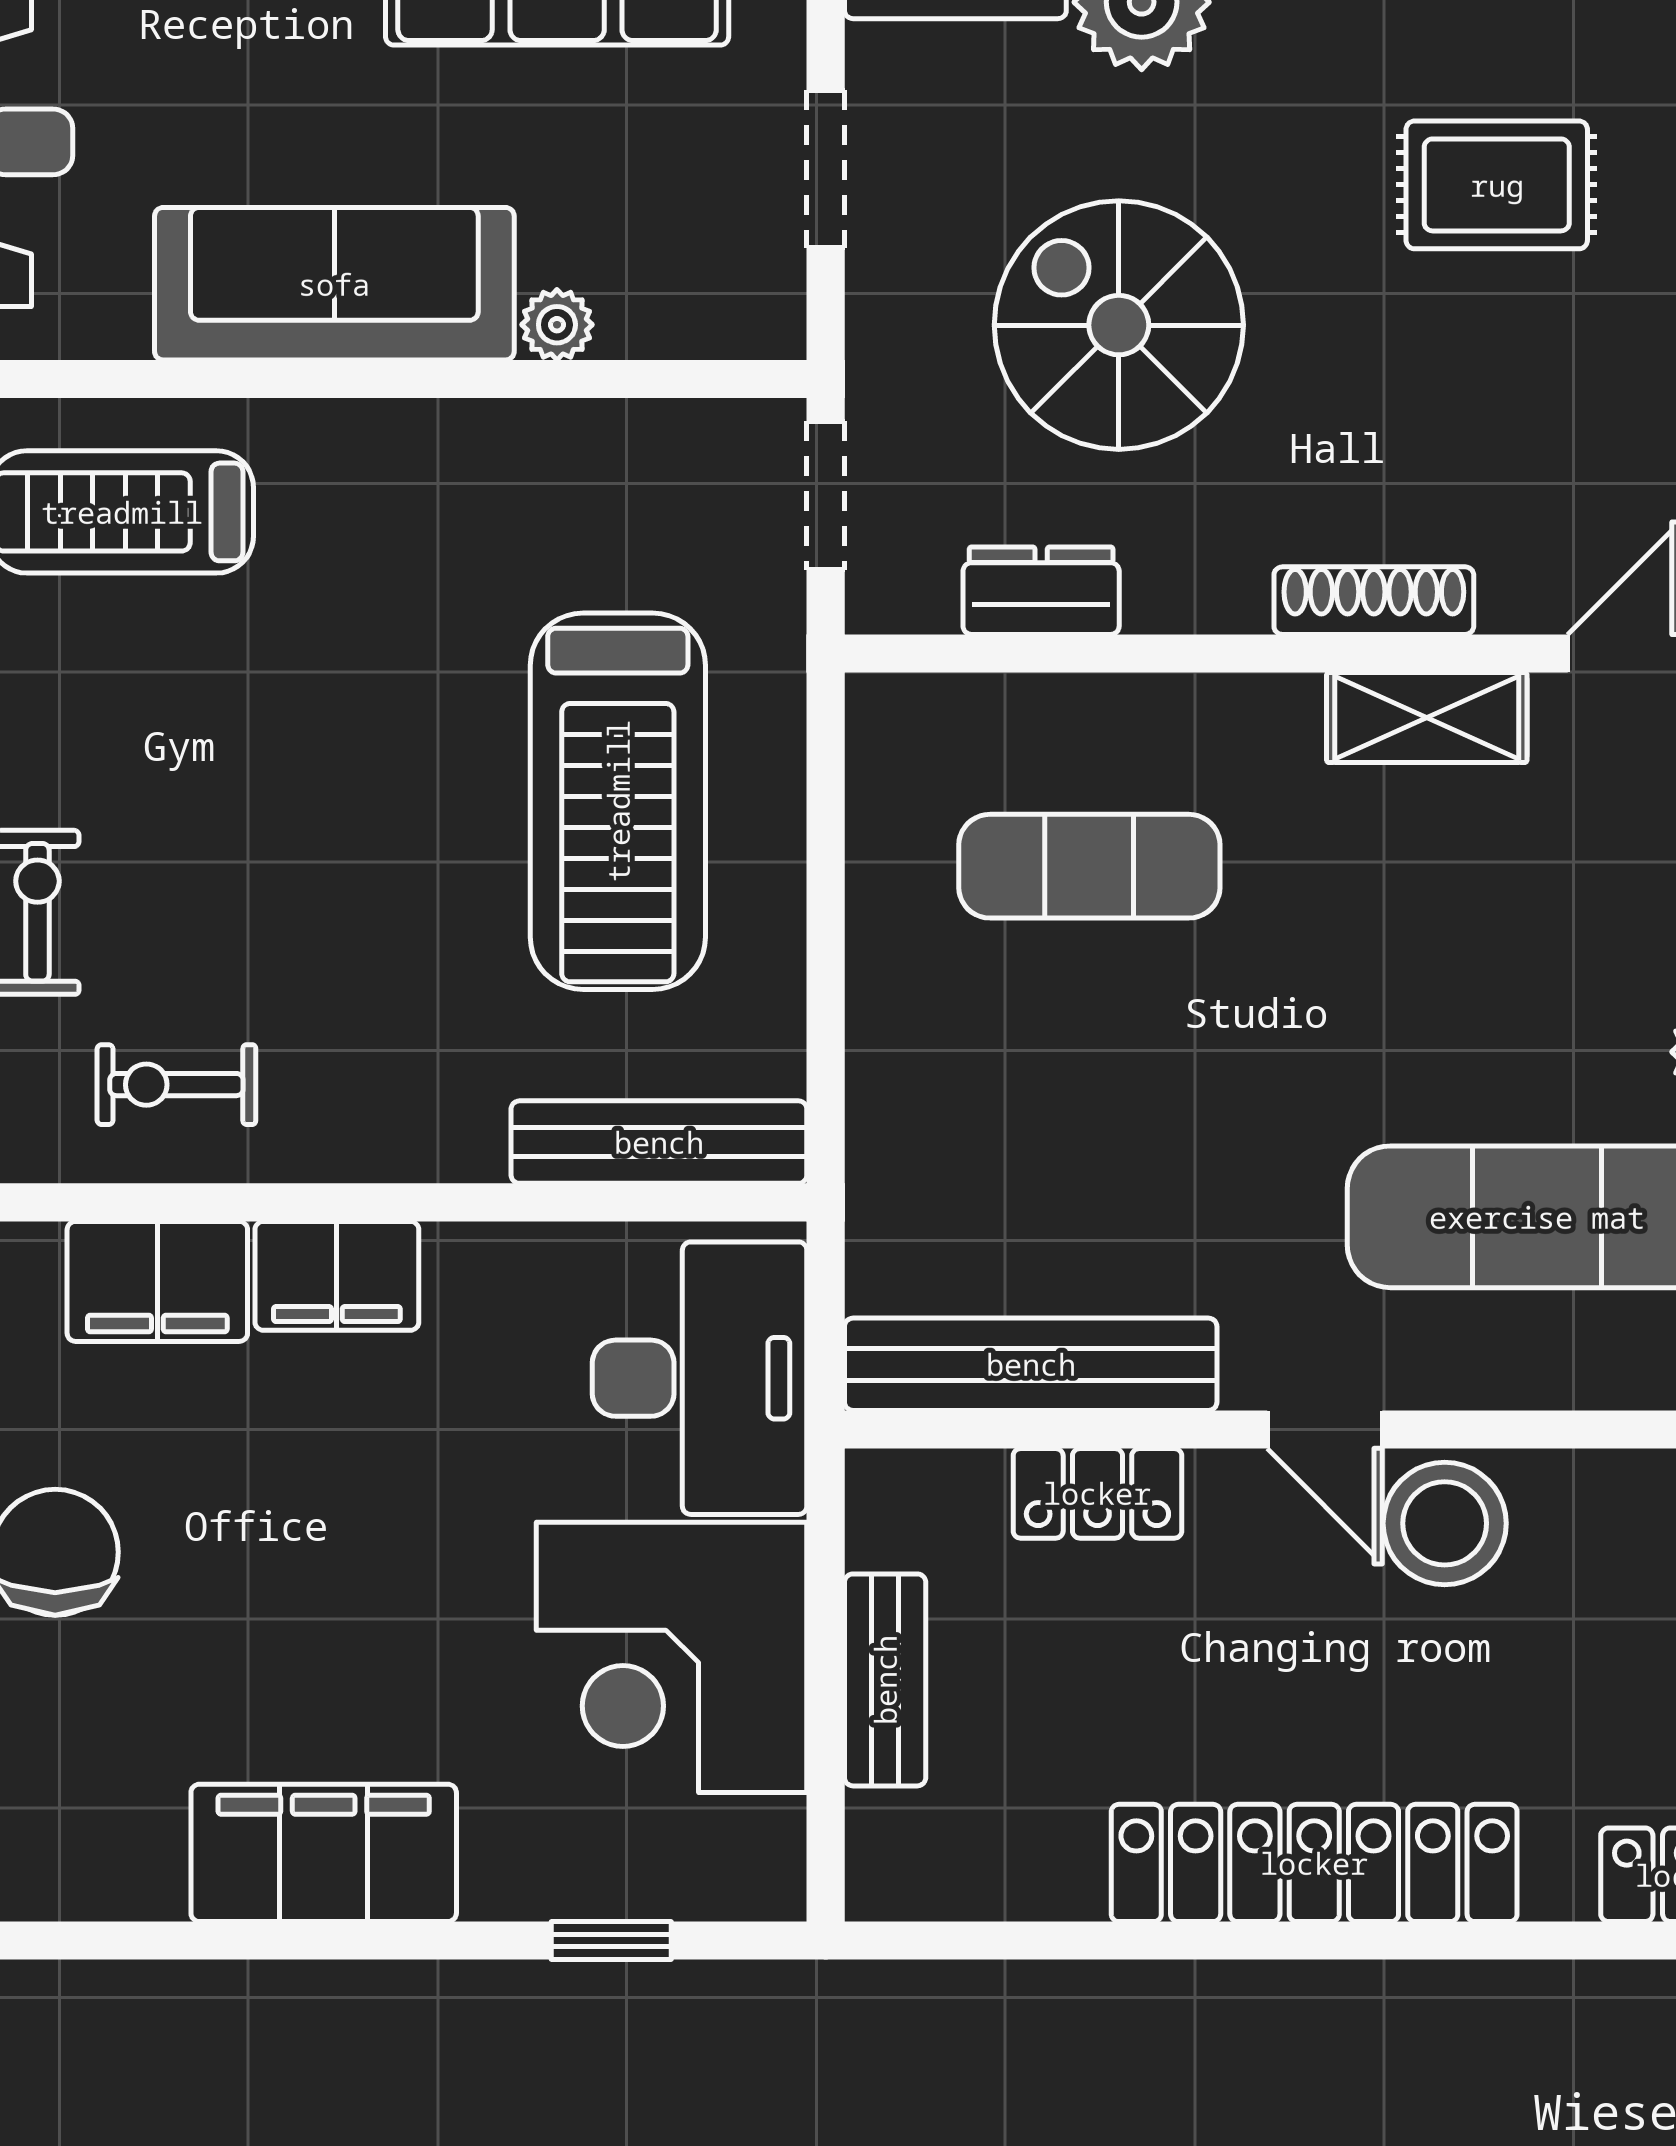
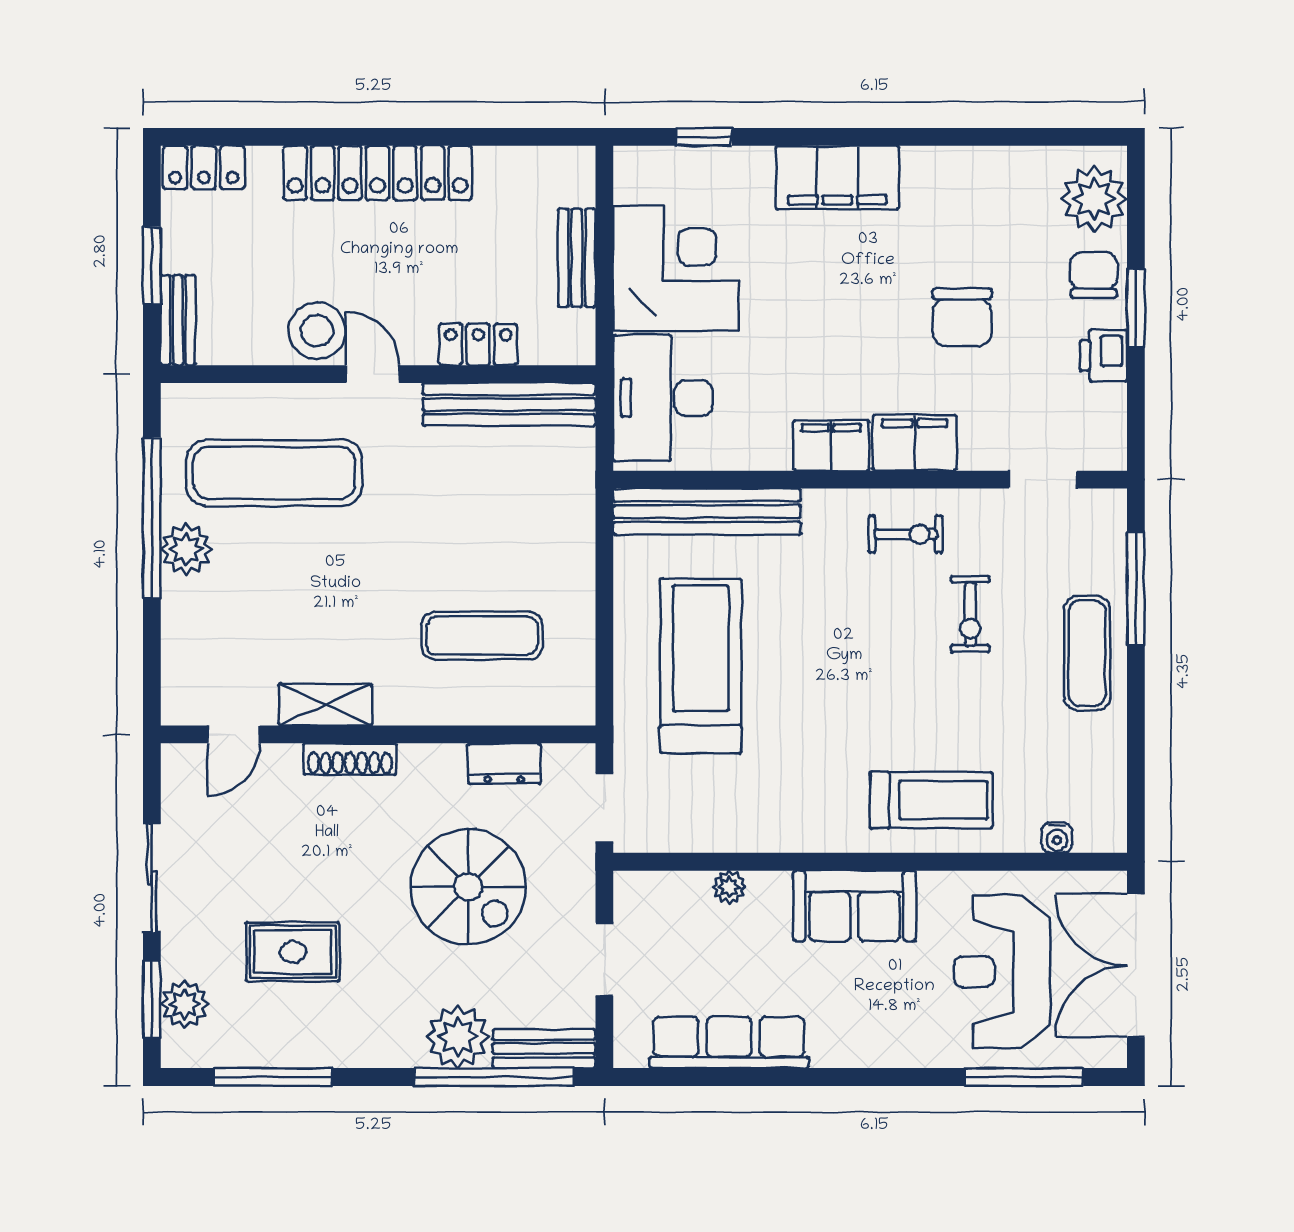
sofa: (334, 284) -> (855, 906), width x0.73
bench: (659, 1142) -> (707, 512), width x1.37, depth x1.21

